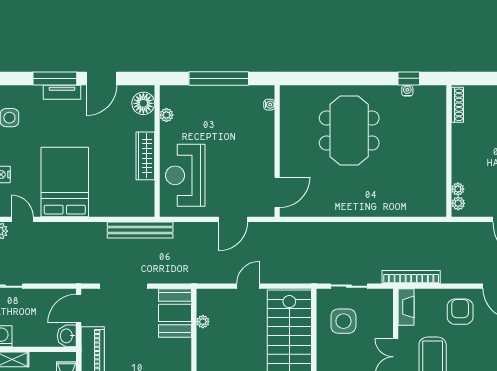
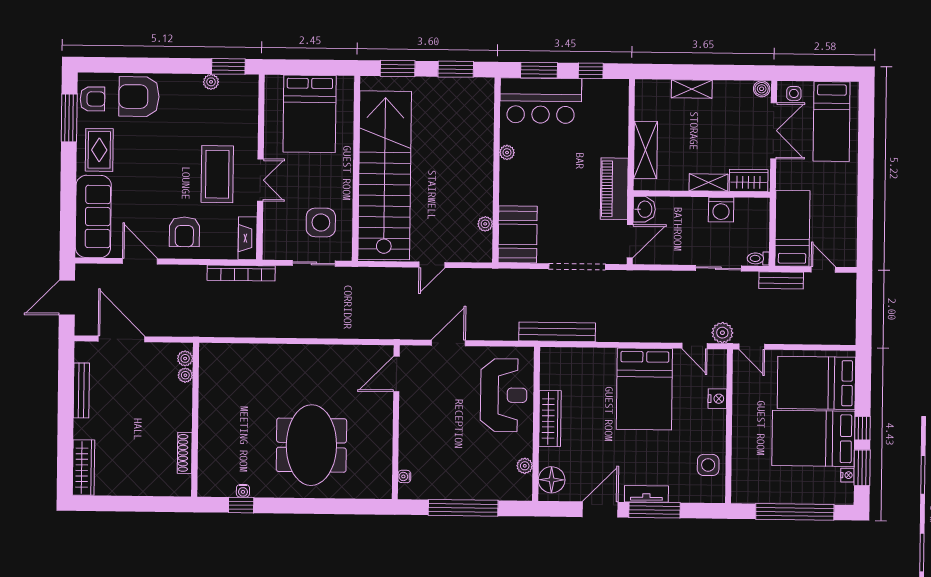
shoe rack: (457, 105) -> (185, 453), moved

